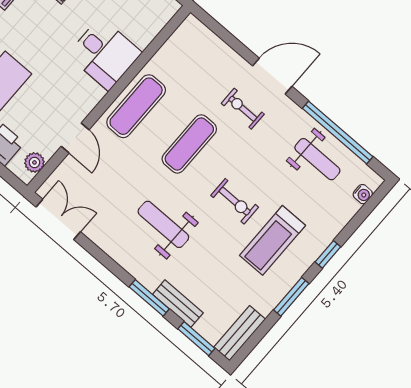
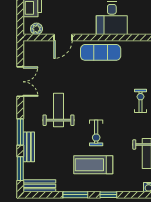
exercise mat: (189, 144) -> (104, 91), removed
double door: (58, 219) -> (20, 82), moved

